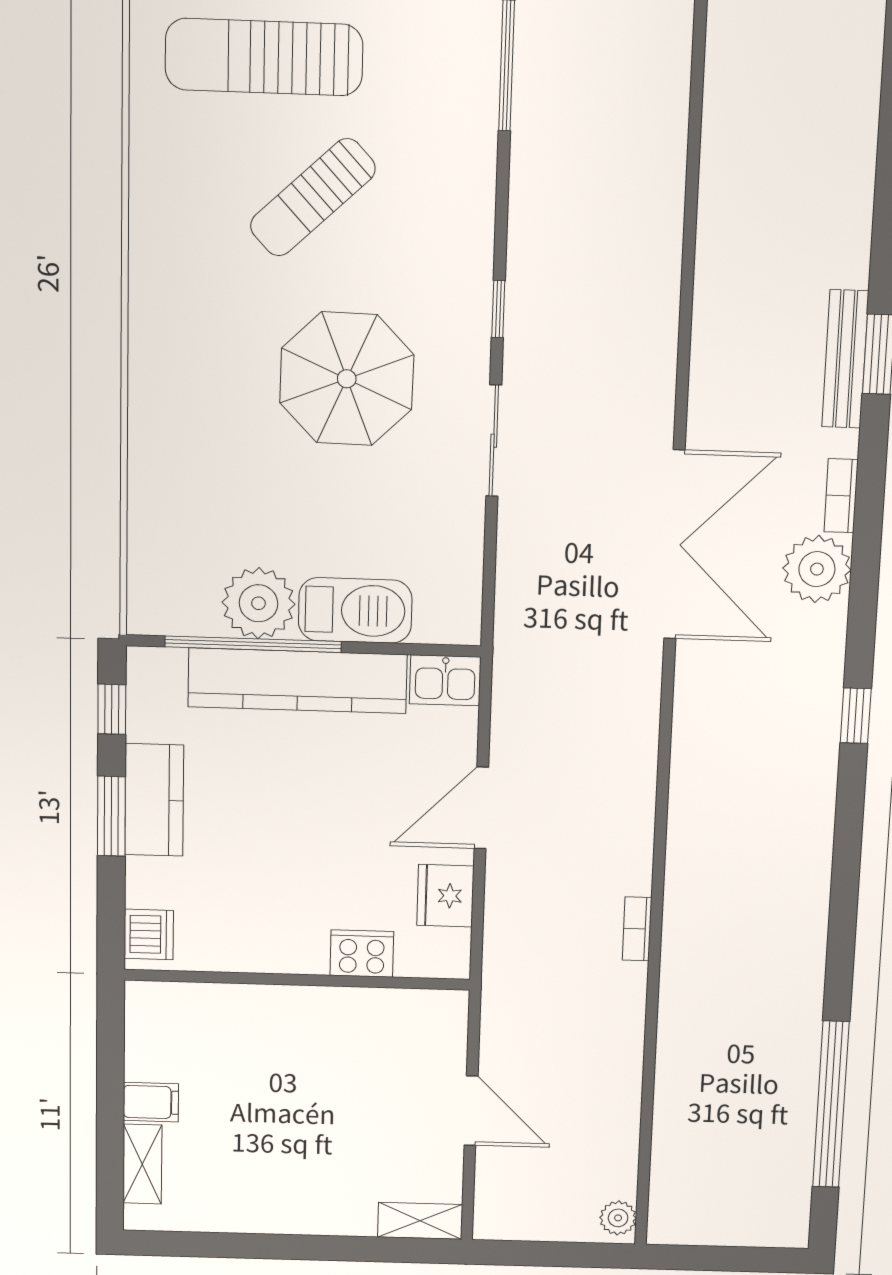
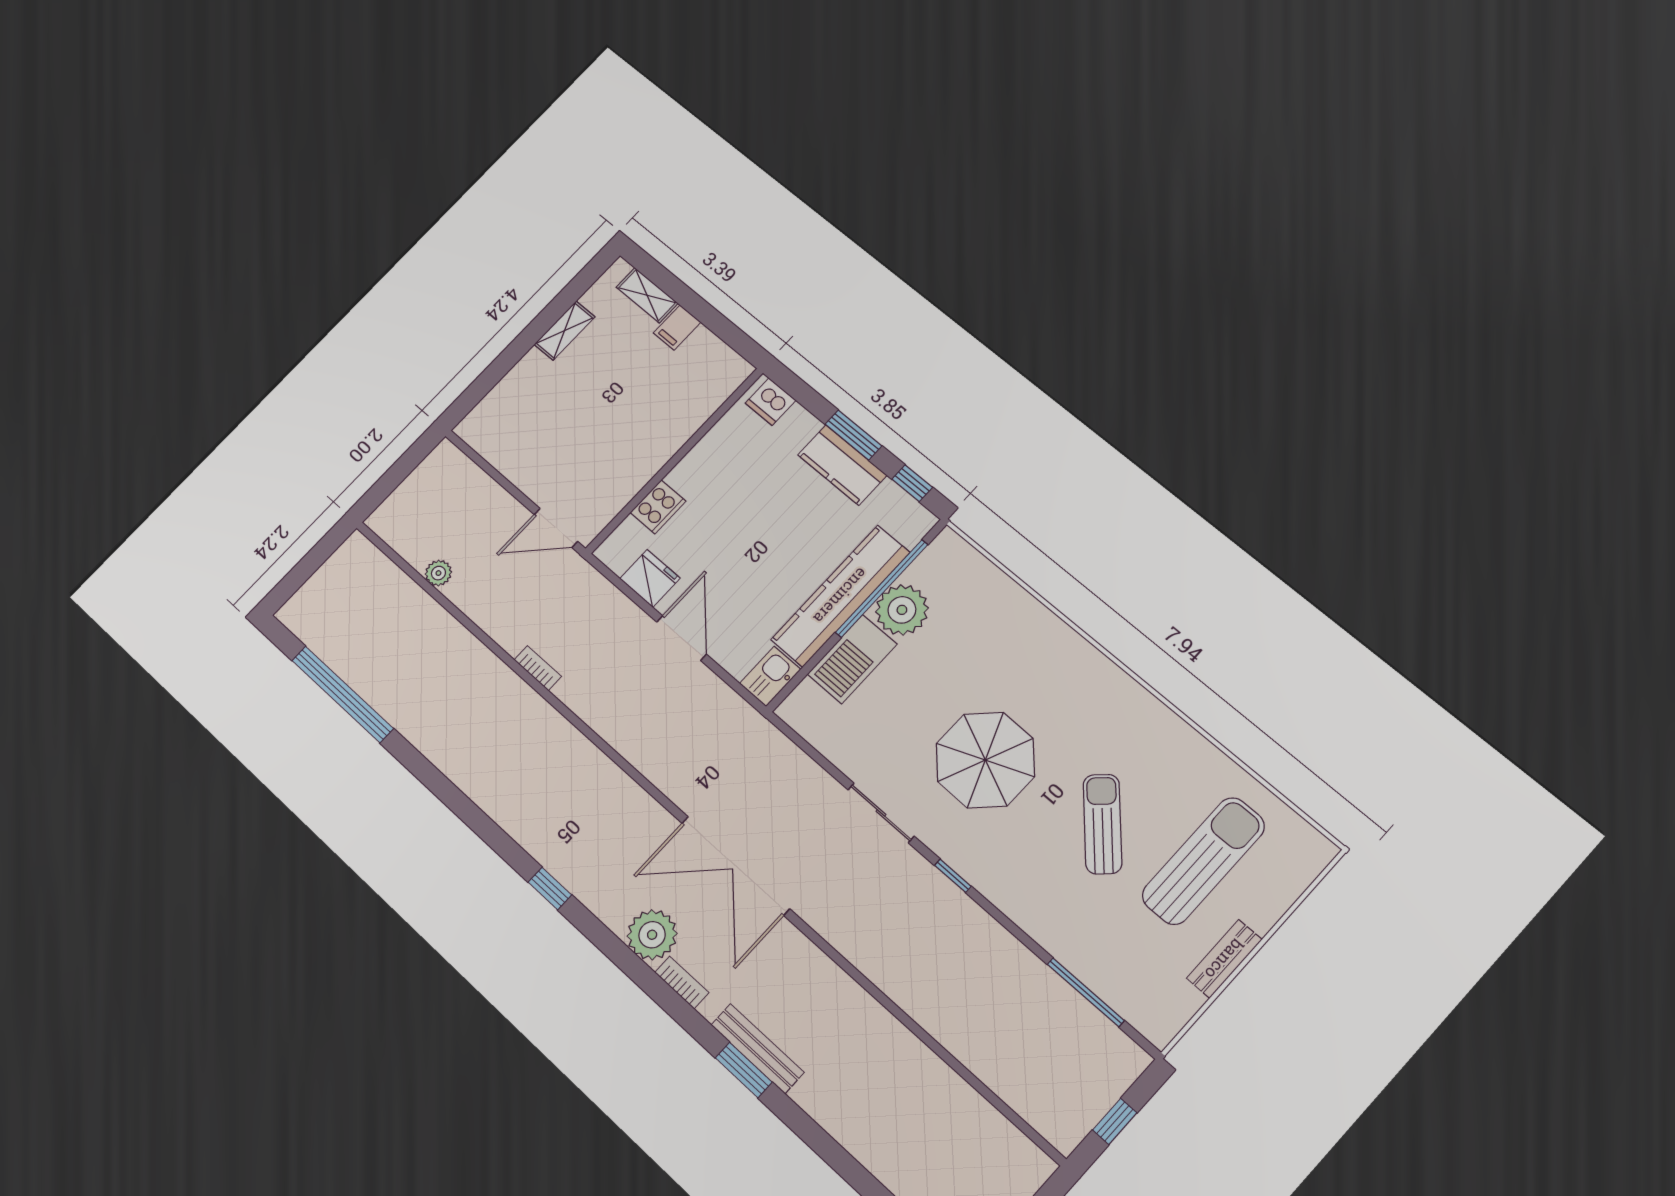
door: (471, 1111) -> (556, 528), moved
plant: (618, 1218) -> (438, 573), moved
shelving: (420, 1221) -> (564, 331), moved

